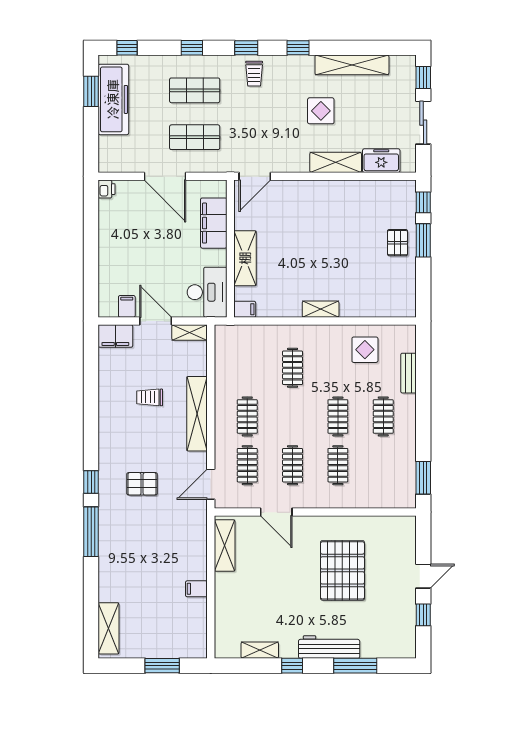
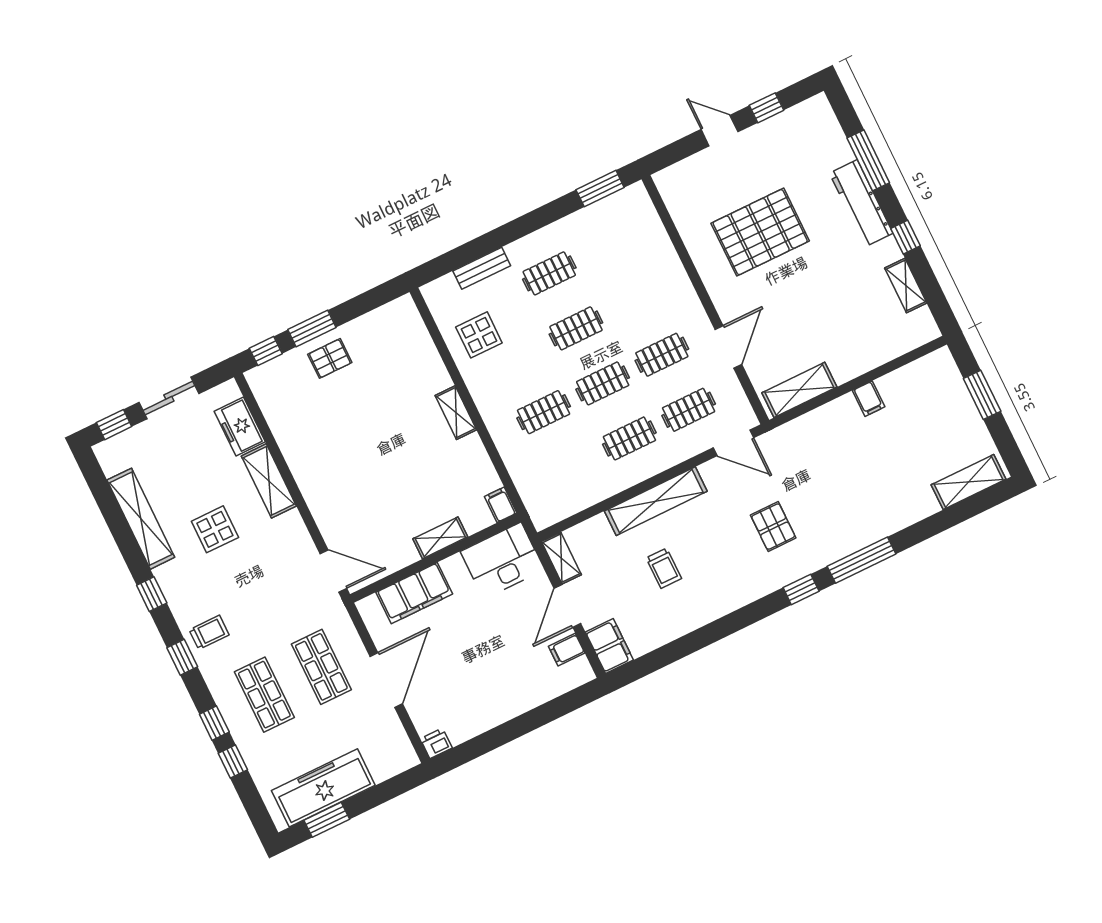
window: (127, 48) -> (233, 761), moved
shelving: (245, 258) -> (440, 538), width x0.67, depth x0.75
clothes rail: (338, 465) -> (603, 383), moved

